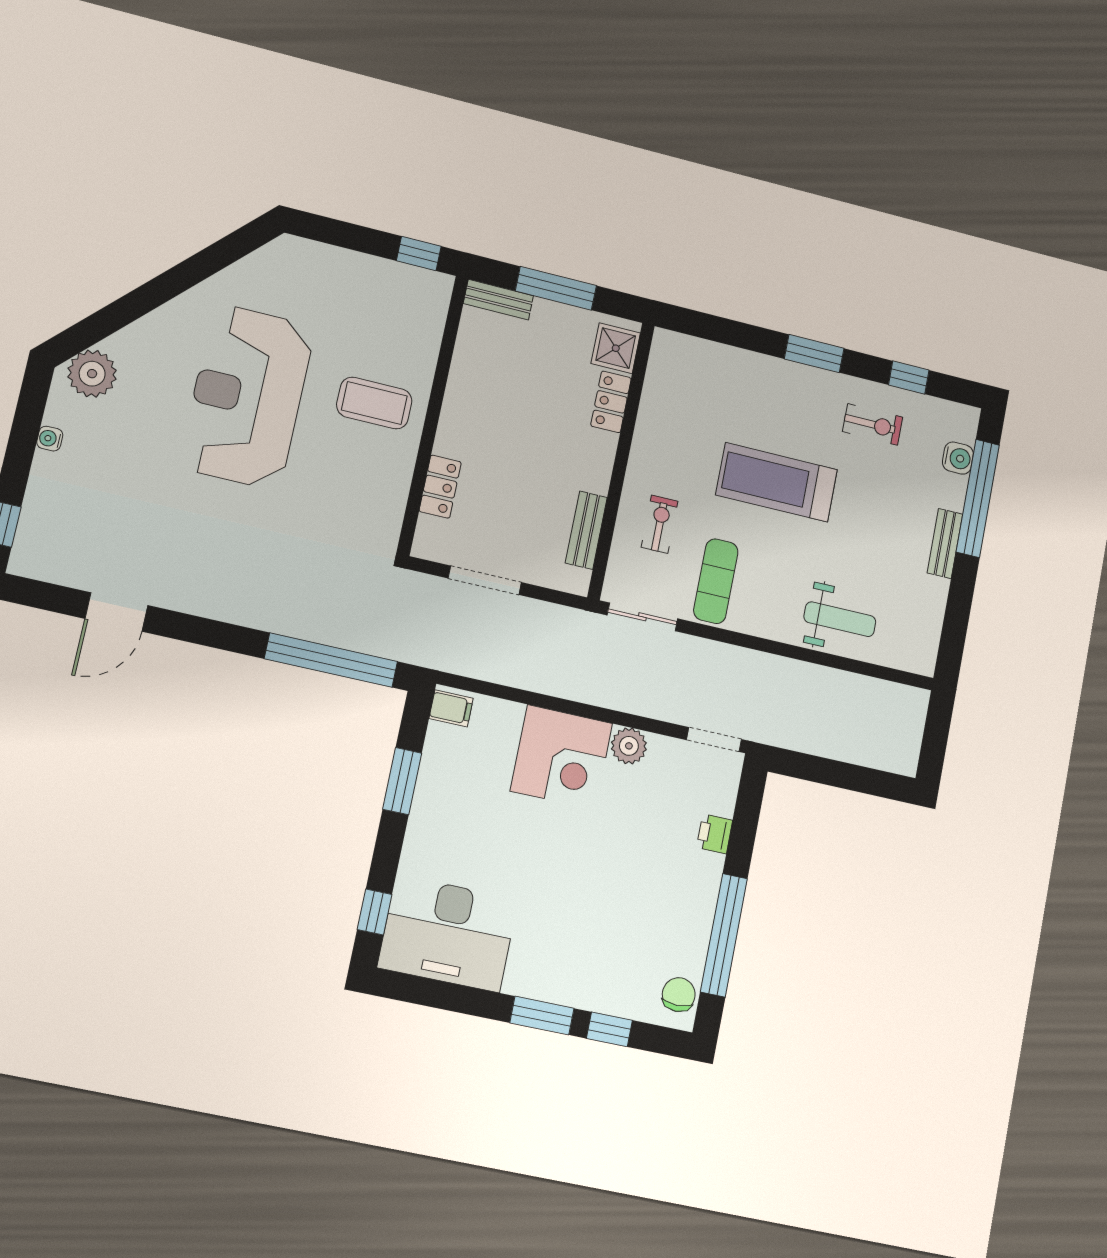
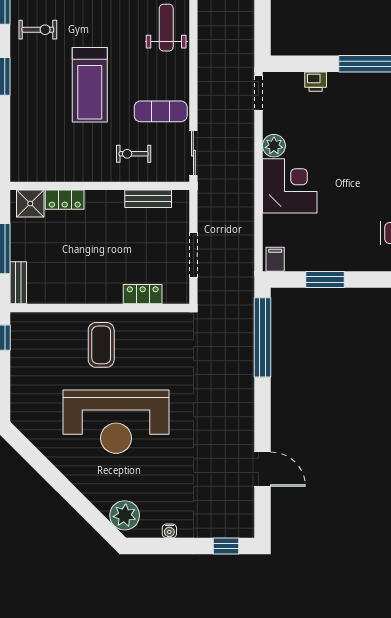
exercise bike: (873, 424) -> (38, 30), turned 90

